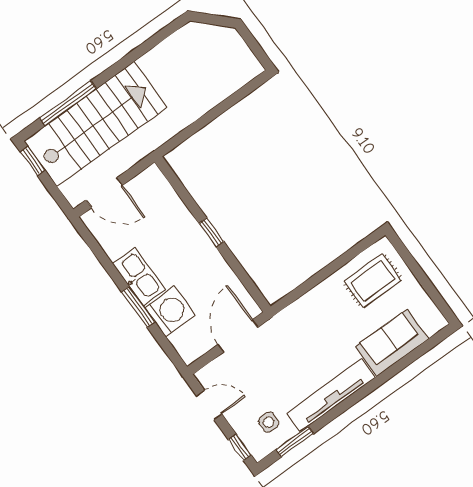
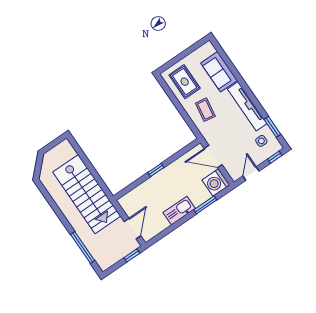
stairs: (95, 124) -> (87, 194), moved, turned 180
window: (33, 161) -> (132, 255), moved
window: (138, 307) -> (205, 205), moved
washing machine: (170, 312) -> (216, 182), moved, turned -90
coffee table: (323, 319) -> (205, 110), added

